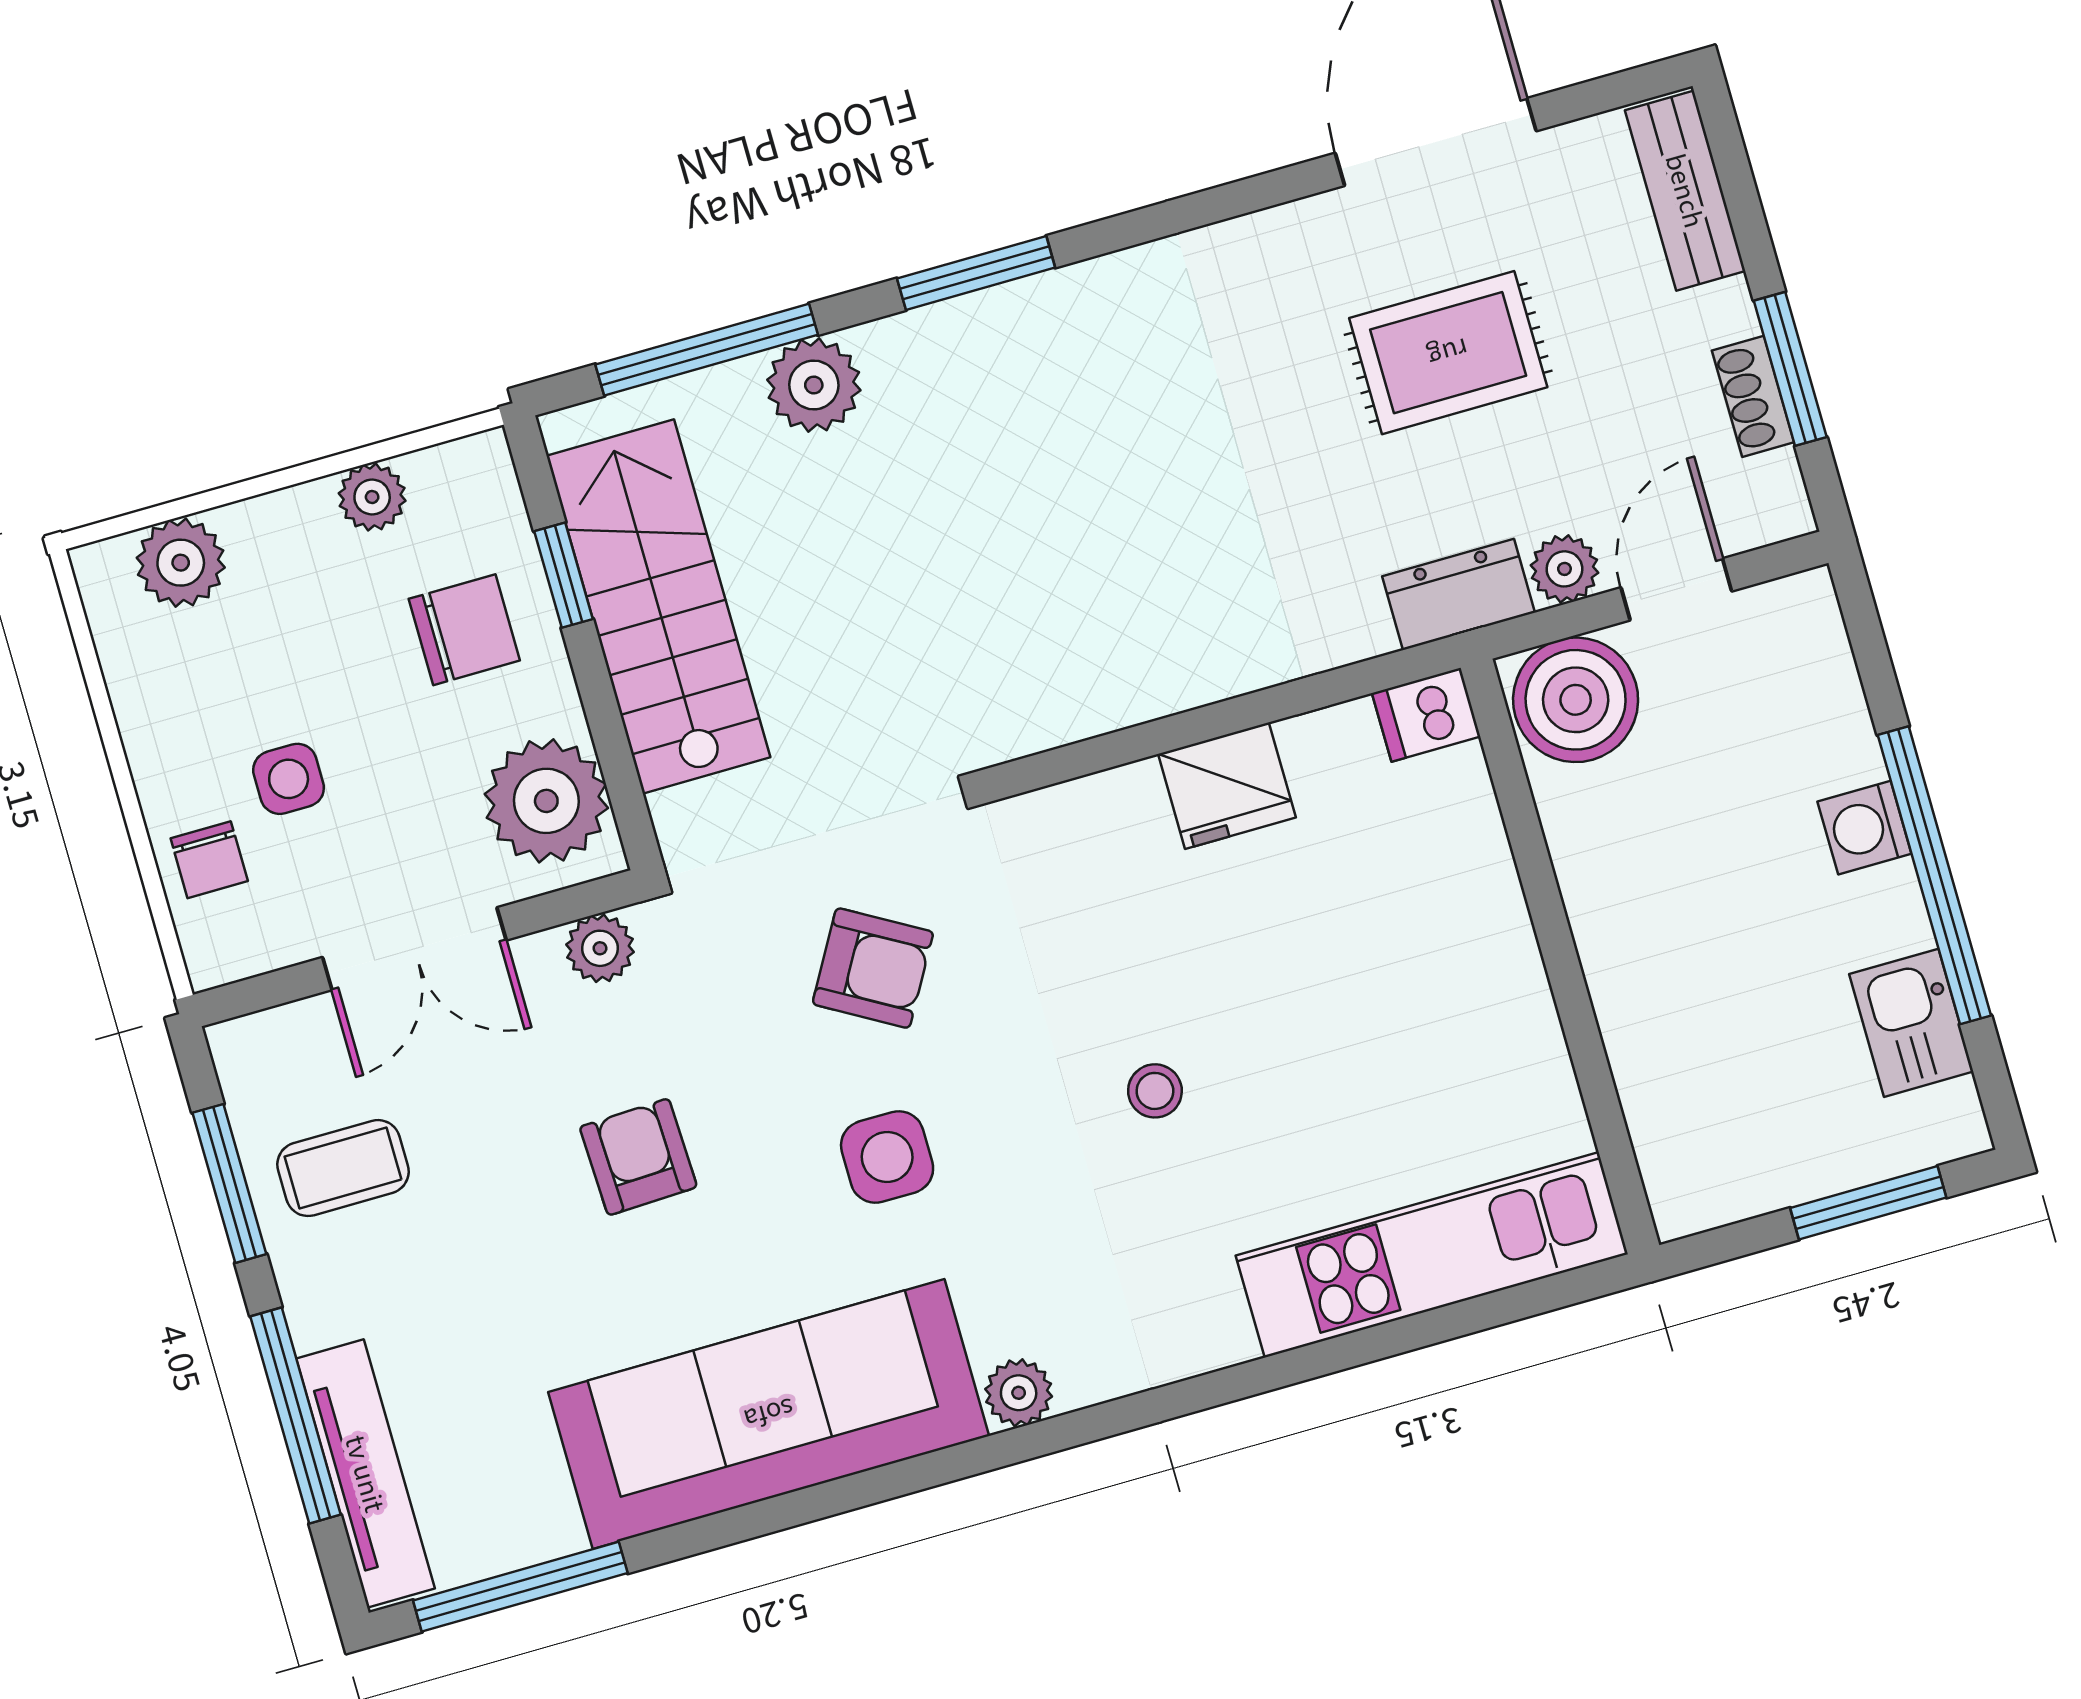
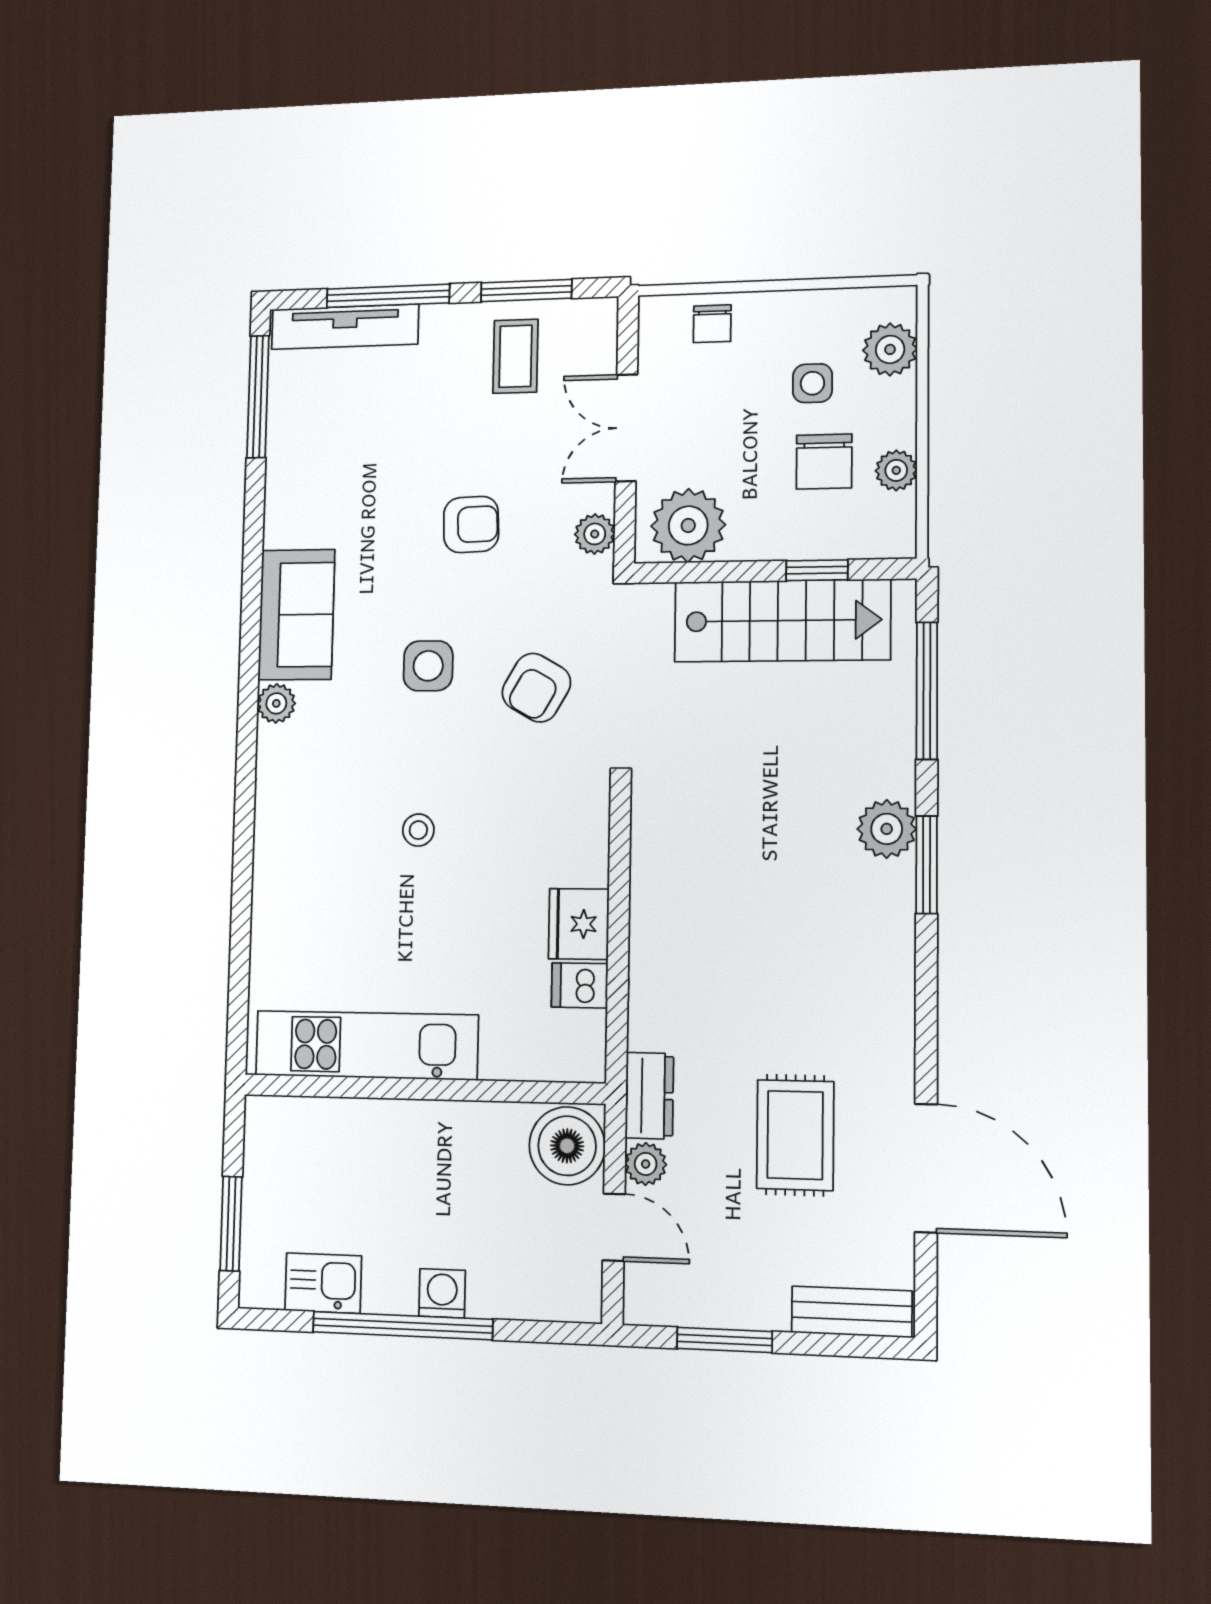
plant: (814, 385) -> (887, 829), moved
shoe rack: (1753, 396) -> (715, 1312), removed
chair: (464, 630) -> (824, 462), moved
dishwasher: (1426, 715) -> (580, 985), moved, turned -90
side table: (289, 779) -> (812, 383), moved
chair: (209, 860) -> (712, 324), turned -90
kitchen unit: (1432, 1255) -> (366, 1045), moved, turned -90
sofa: (769, 1414) -> (296, 615), width x0.54, depth x0.79

